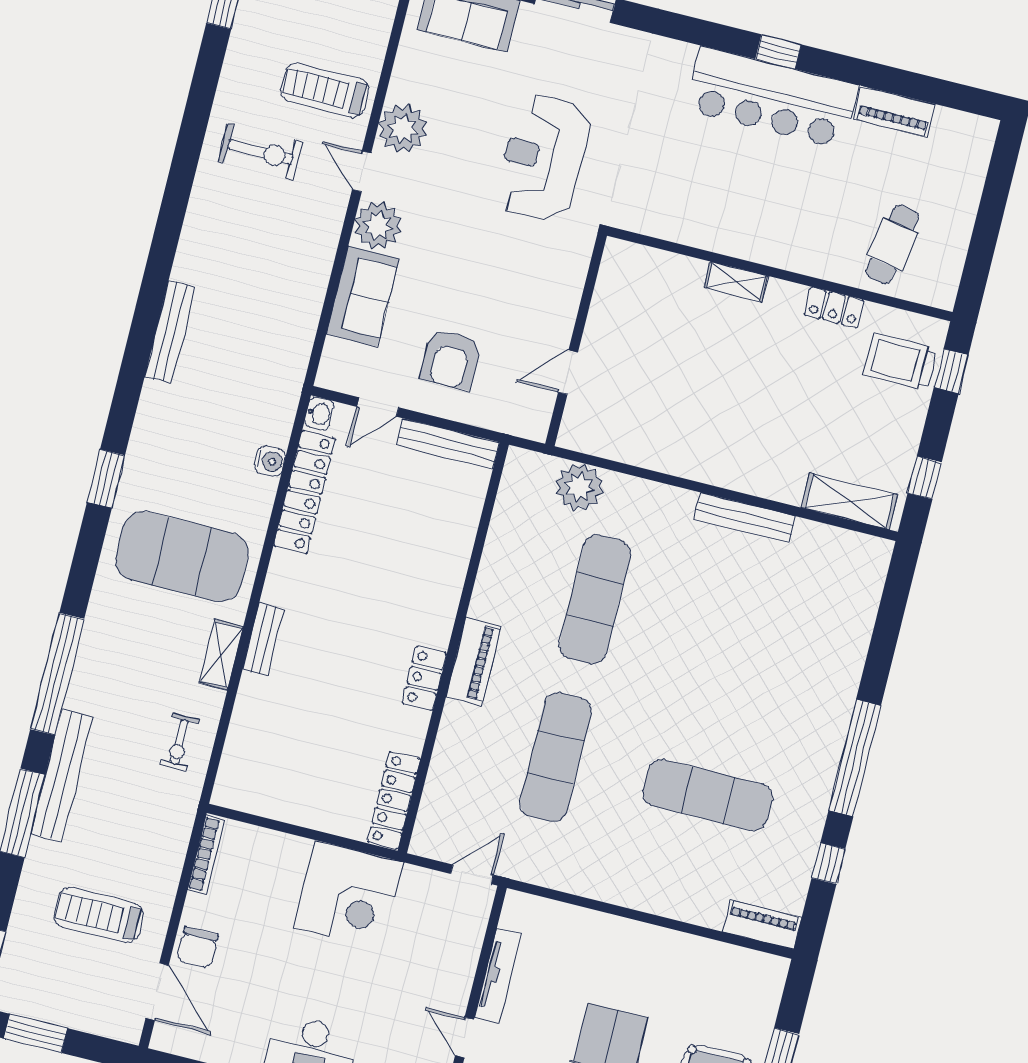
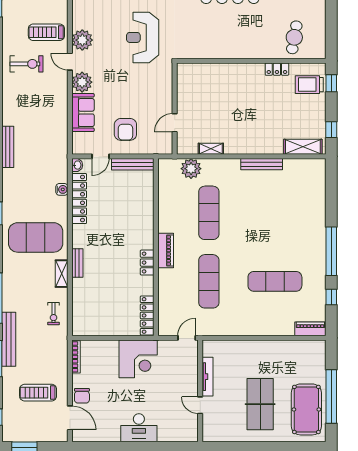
shelving: (736, 282) -> (211, 149), moved

